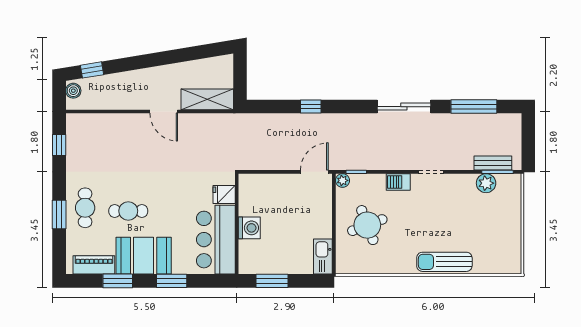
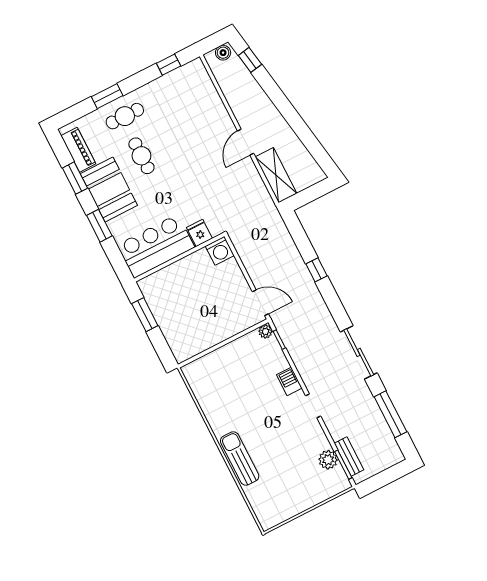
round table: (367, 225) -> (237, 374), removed
washing machine: (249, 228) -> (220, 251), moved
kitchen sink: (323, 256) -> (189, 349), removed

